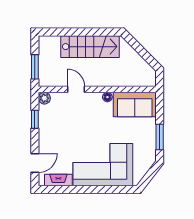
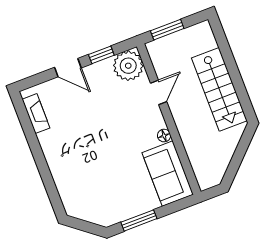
plant: (44, 98) -> (128, 66), width x1.87, depth x1.87
door: (35, 163) -> (68, 68), moved
corner sofa: (103, 165) -> (77, 162), removed

